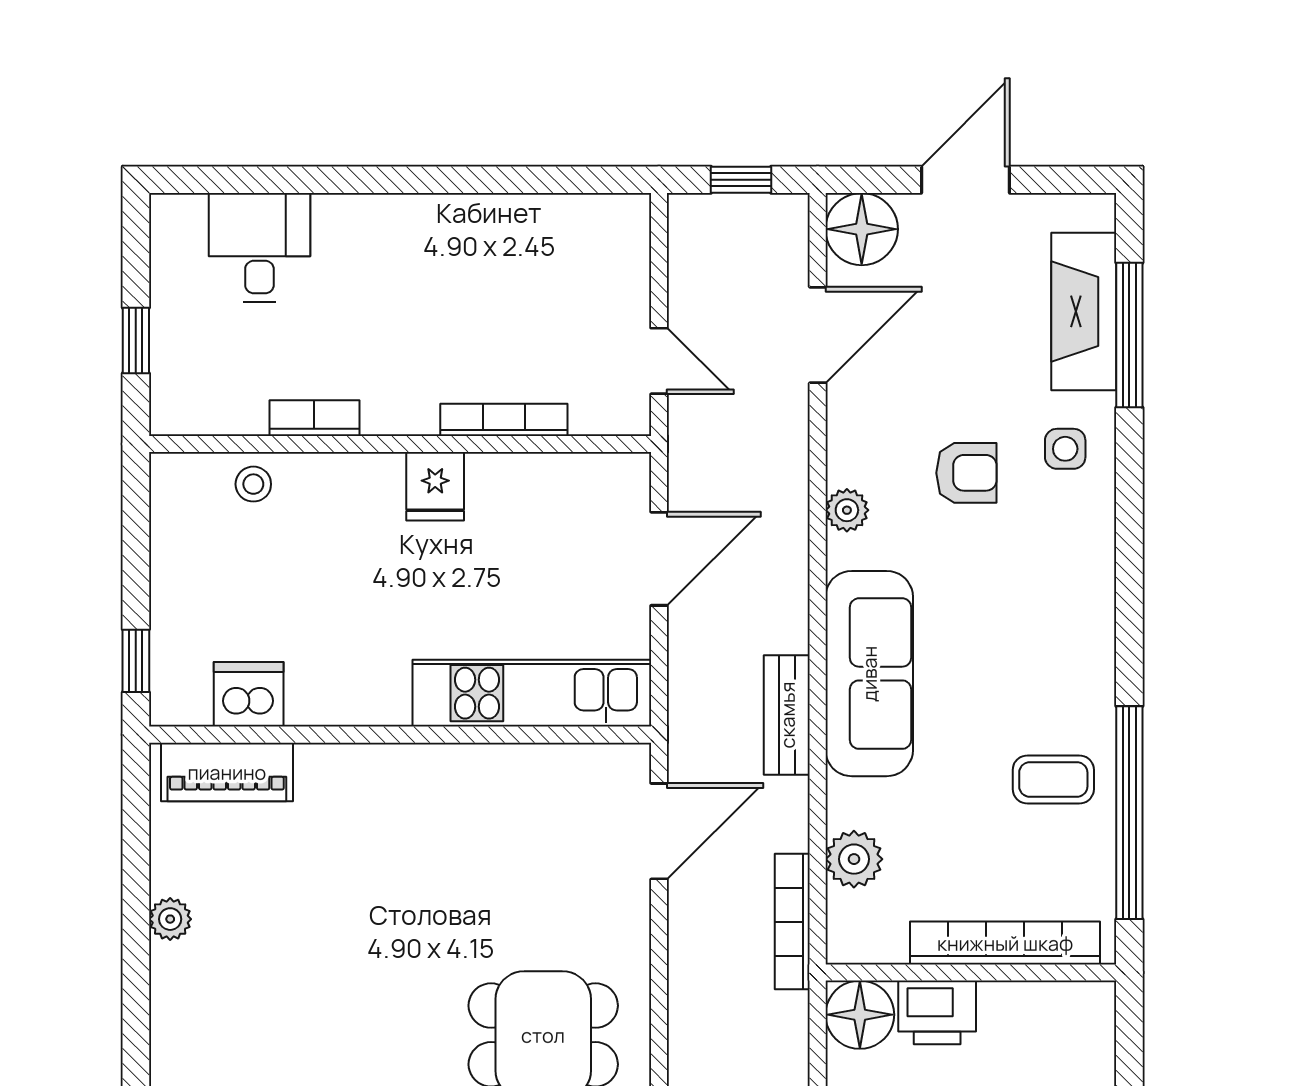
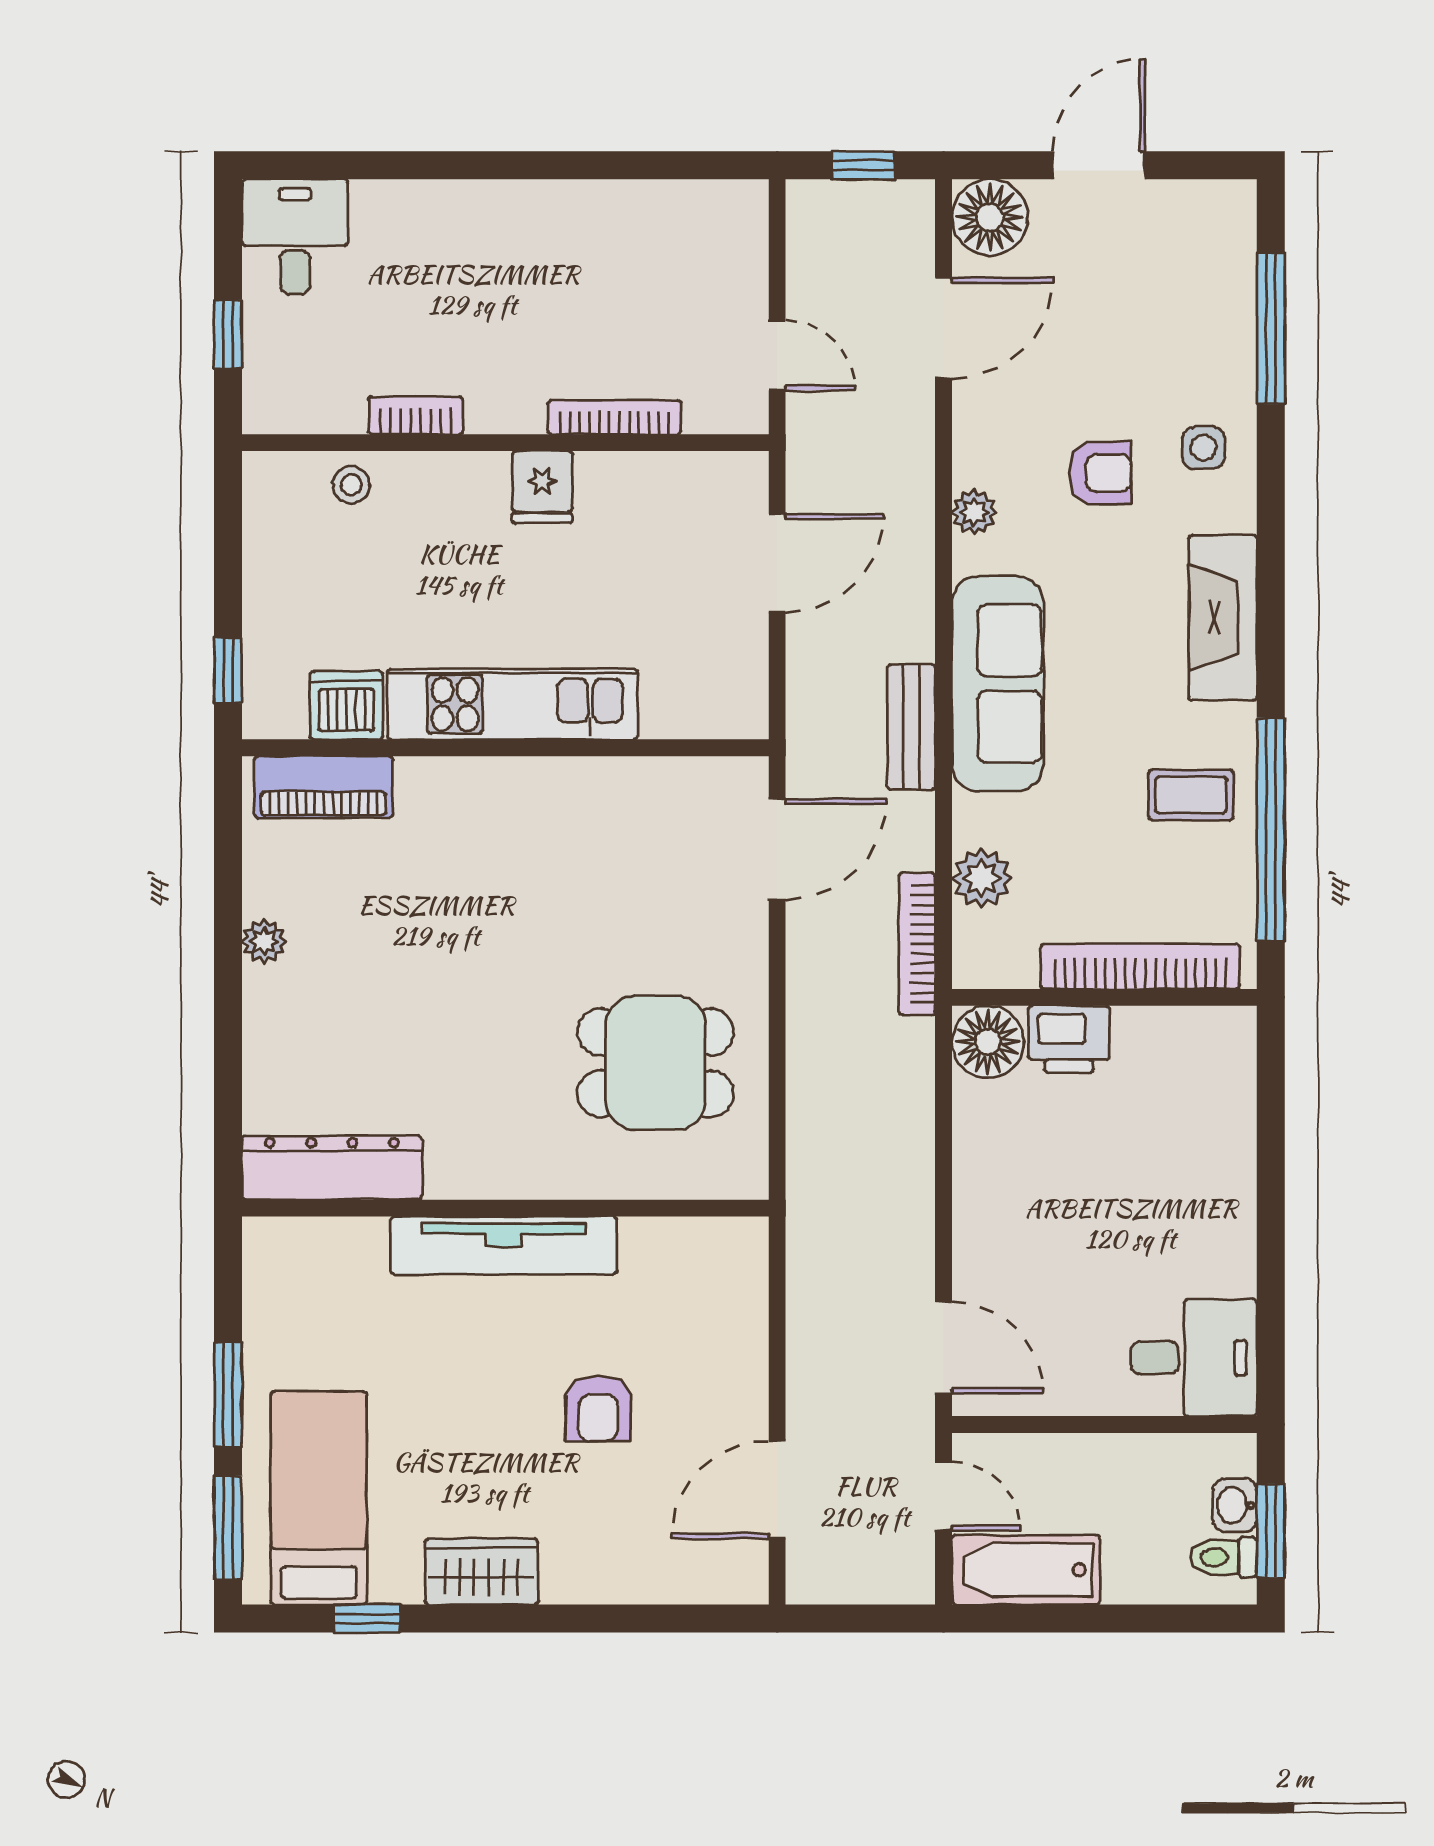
desk: (259, 248) -> (295, 236), moved
fireplace: (1084, 311) -> (1223, 618), moved
kitchen unit: (532, 693) -> (513, 704), moved

